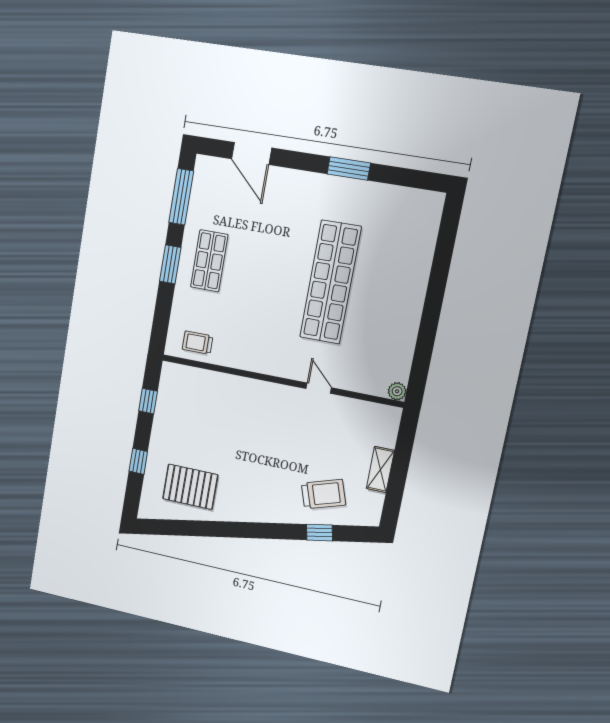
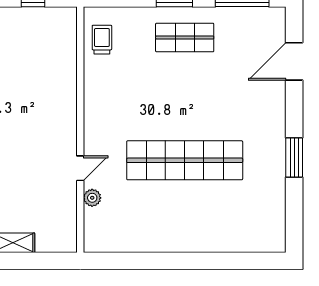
plant: (397, 391) -> (92, 198), moved

